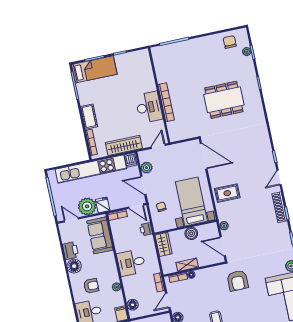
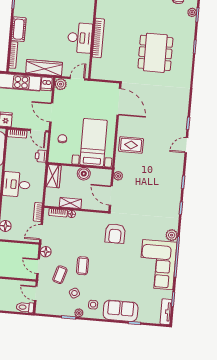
dining table: (224, 100) -> (155, 53), turned 90
plant: (146, 168) -> (61, 84), moved
shoe rack: (280, 207) -> (178, 174), removed

